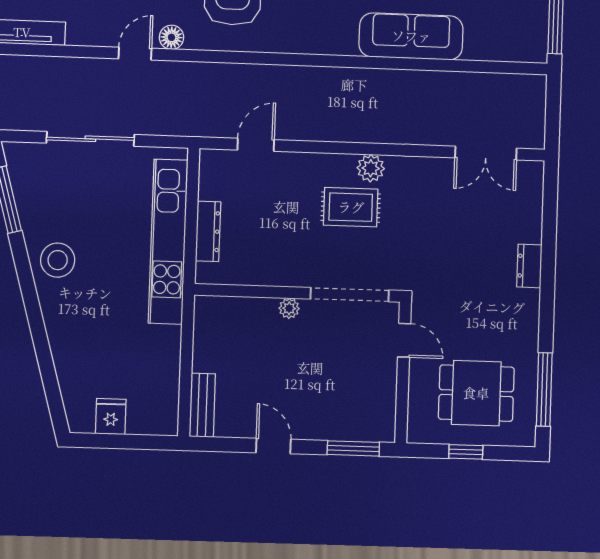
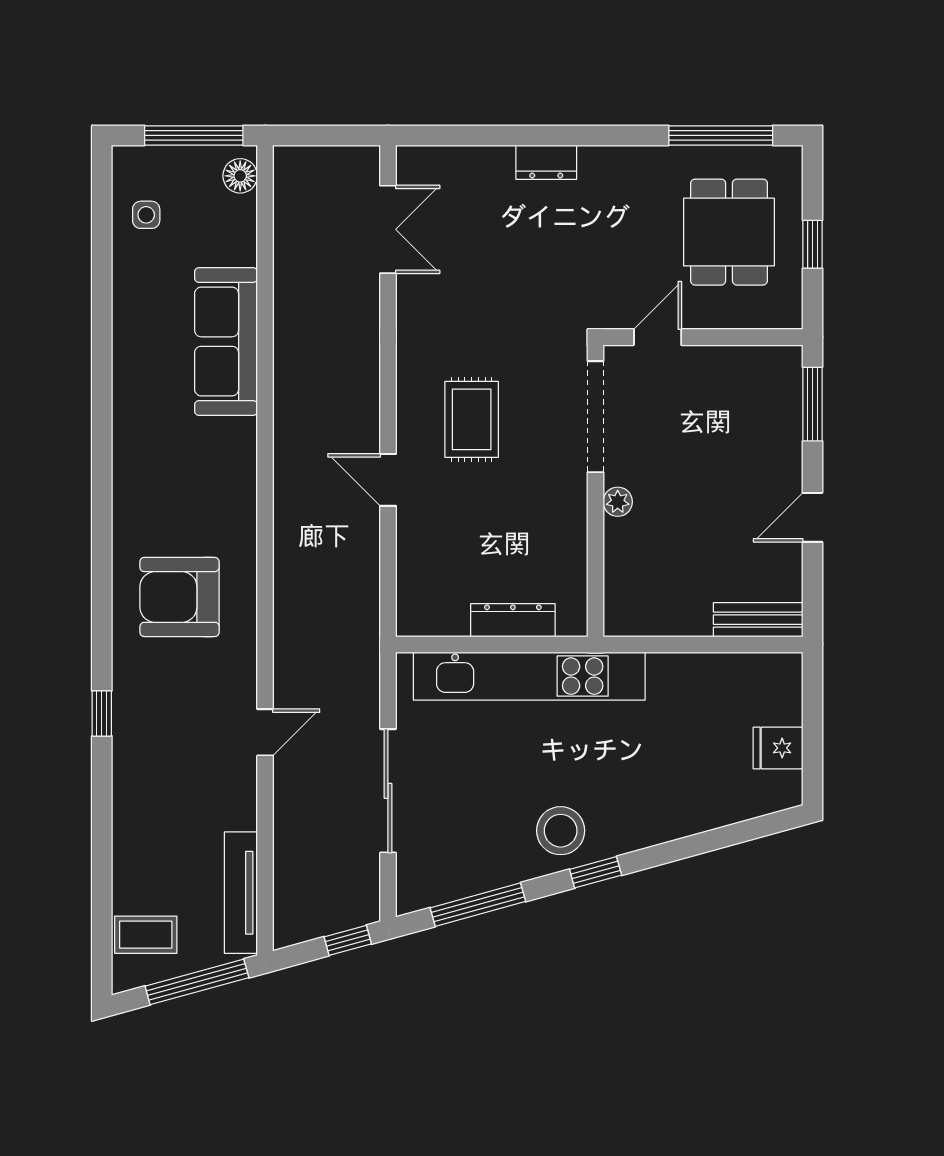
floor lamp: (172, 37) -> (240, 176), moved
door: (135, 54) -> (265, 732), swing flipped
door: (256, 145) -> (388, 480), moved
plant: (371, 168) -> (415, 393), removed
window: (27, 284) -> (596, 872), added

